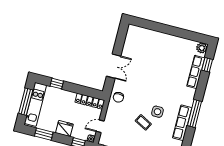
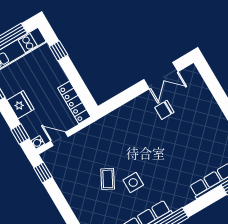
double door: (114, 66) -> (161, 76), moved
chair: (118, 97) -> (164, 110), moved

